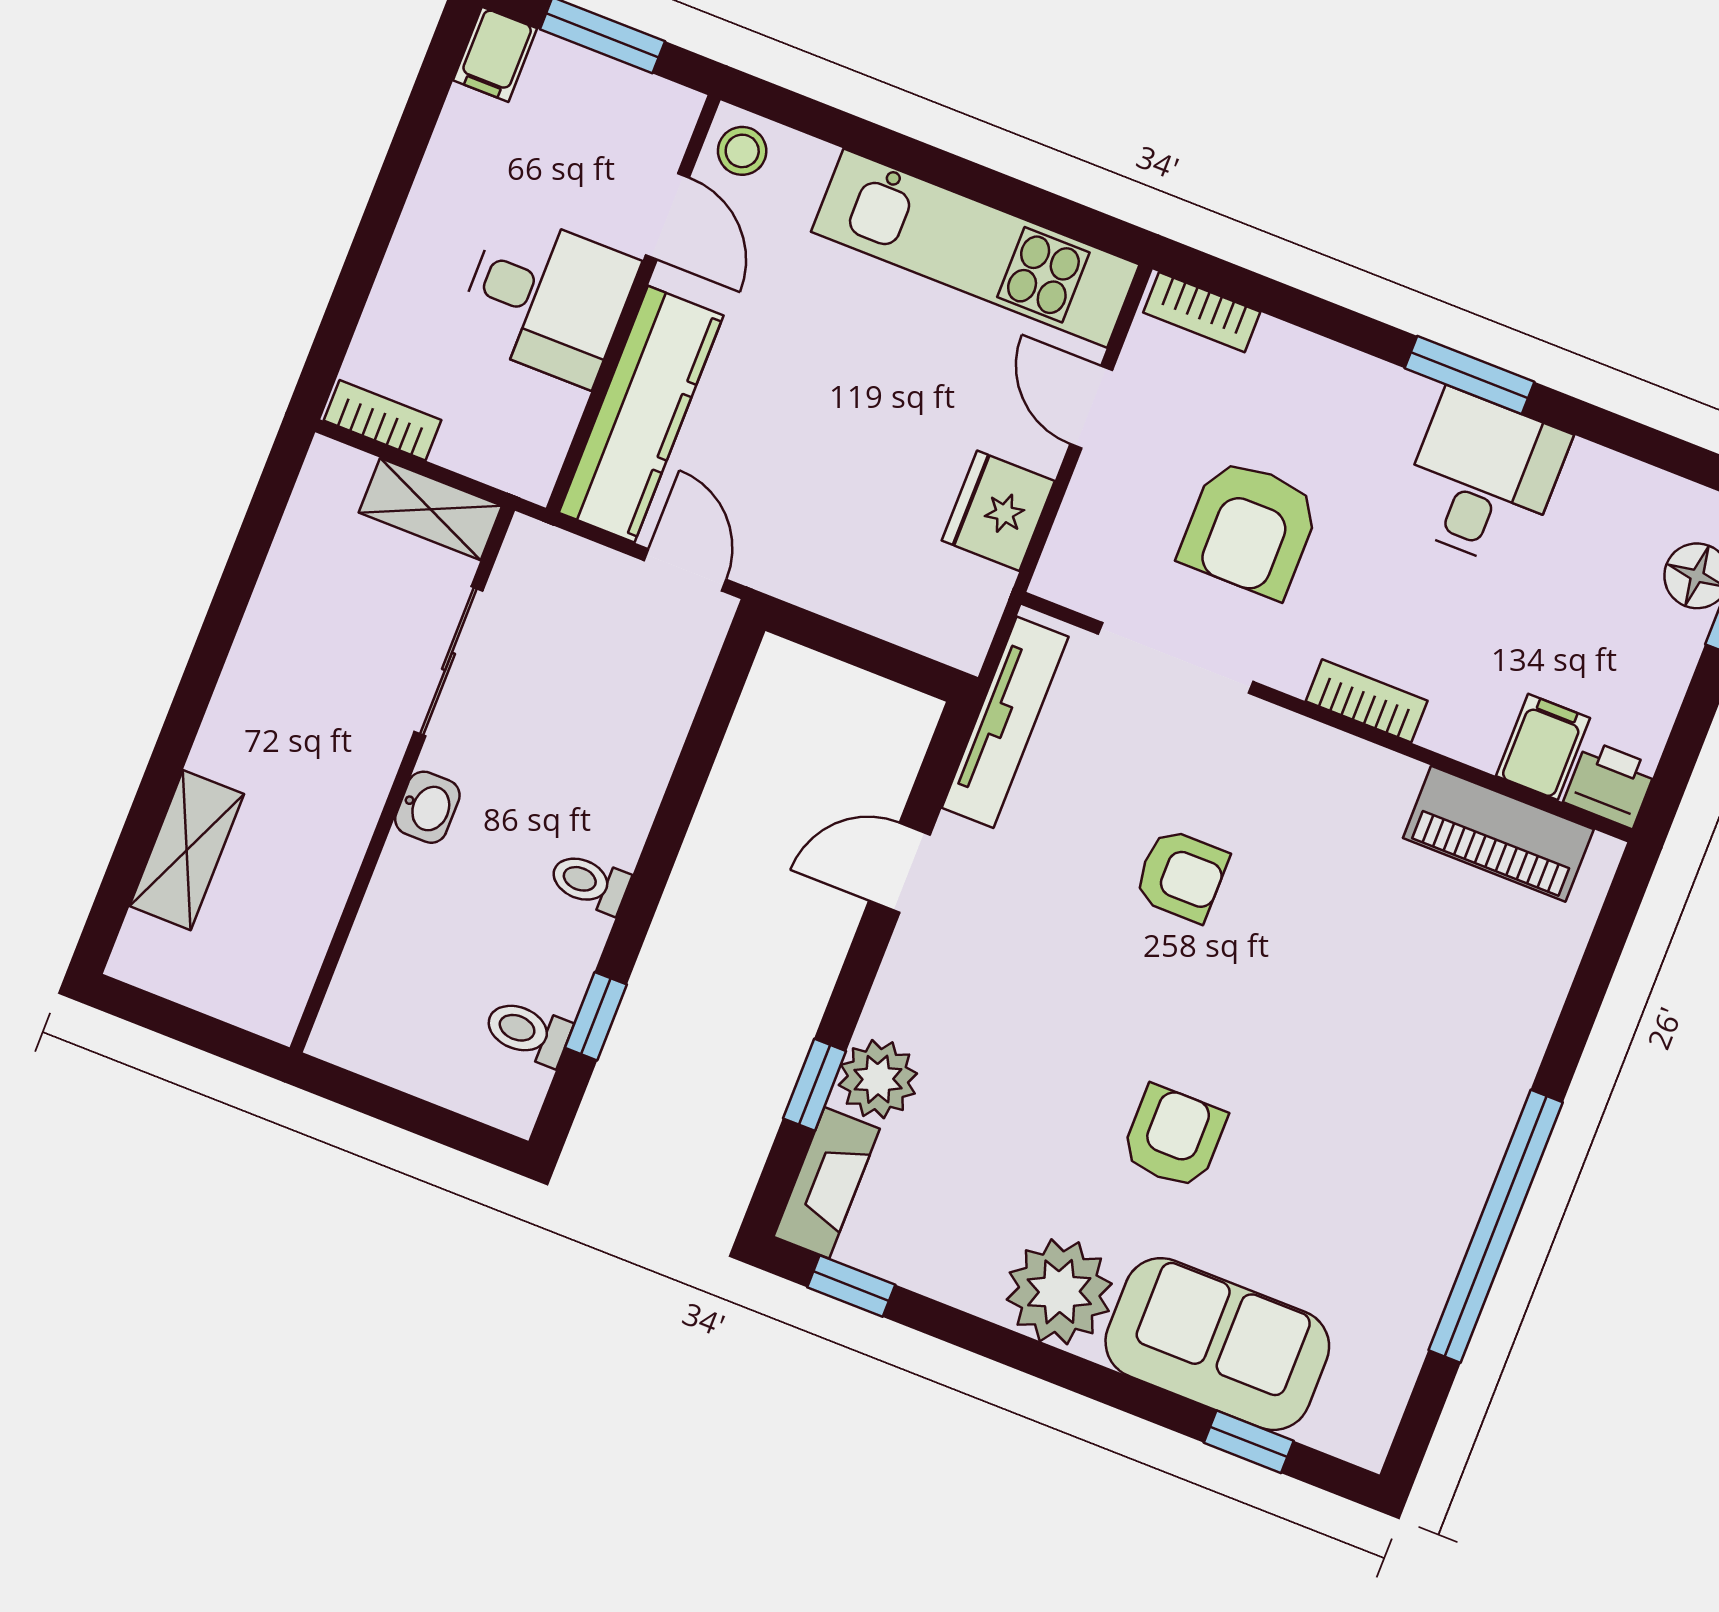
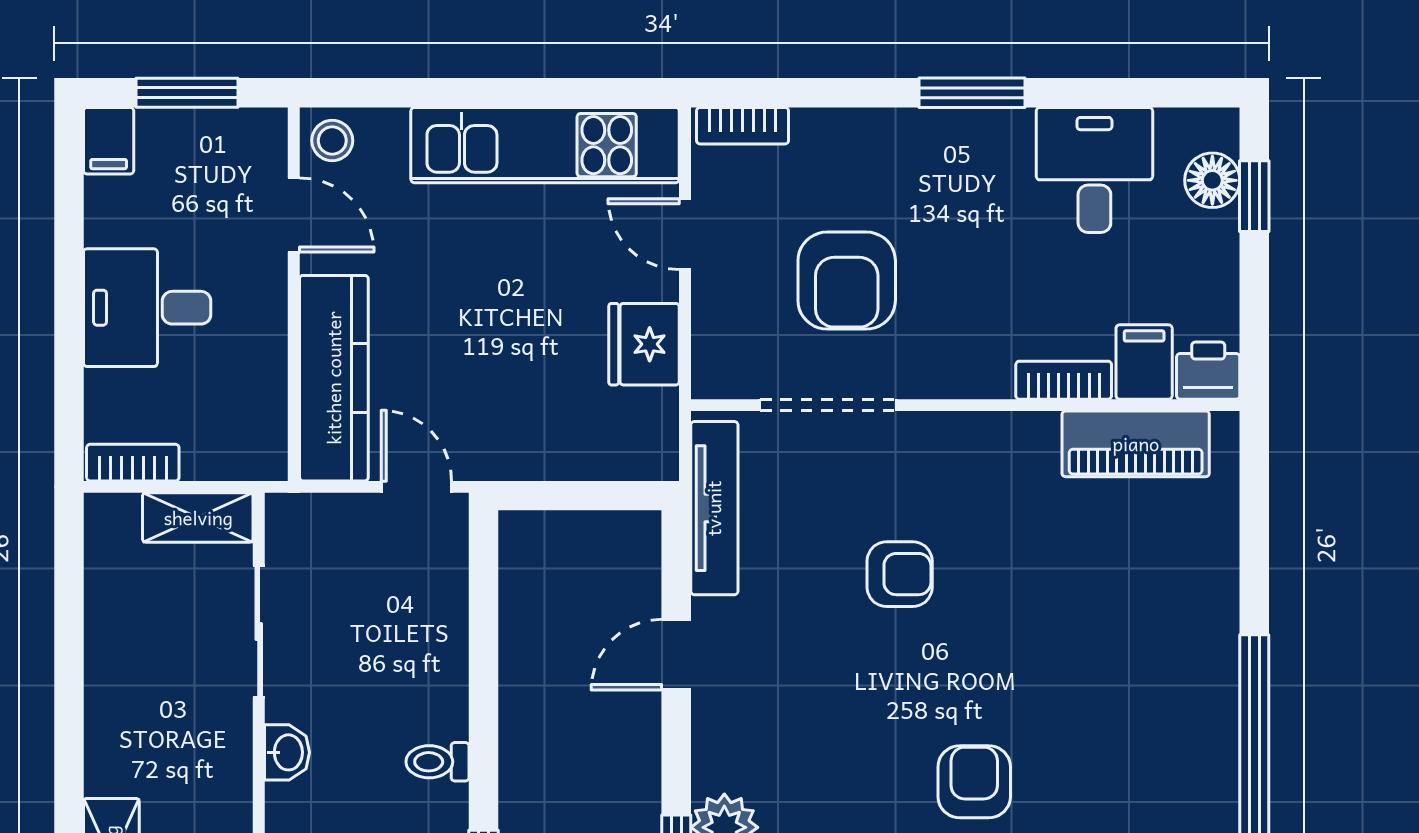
desk: (547, 299) -> (147, 308), moved, turned 180
desk: (1483, 479) -> (1094, 170), moved
bookcase: (1367, 701) -> (1064, 380), moved

